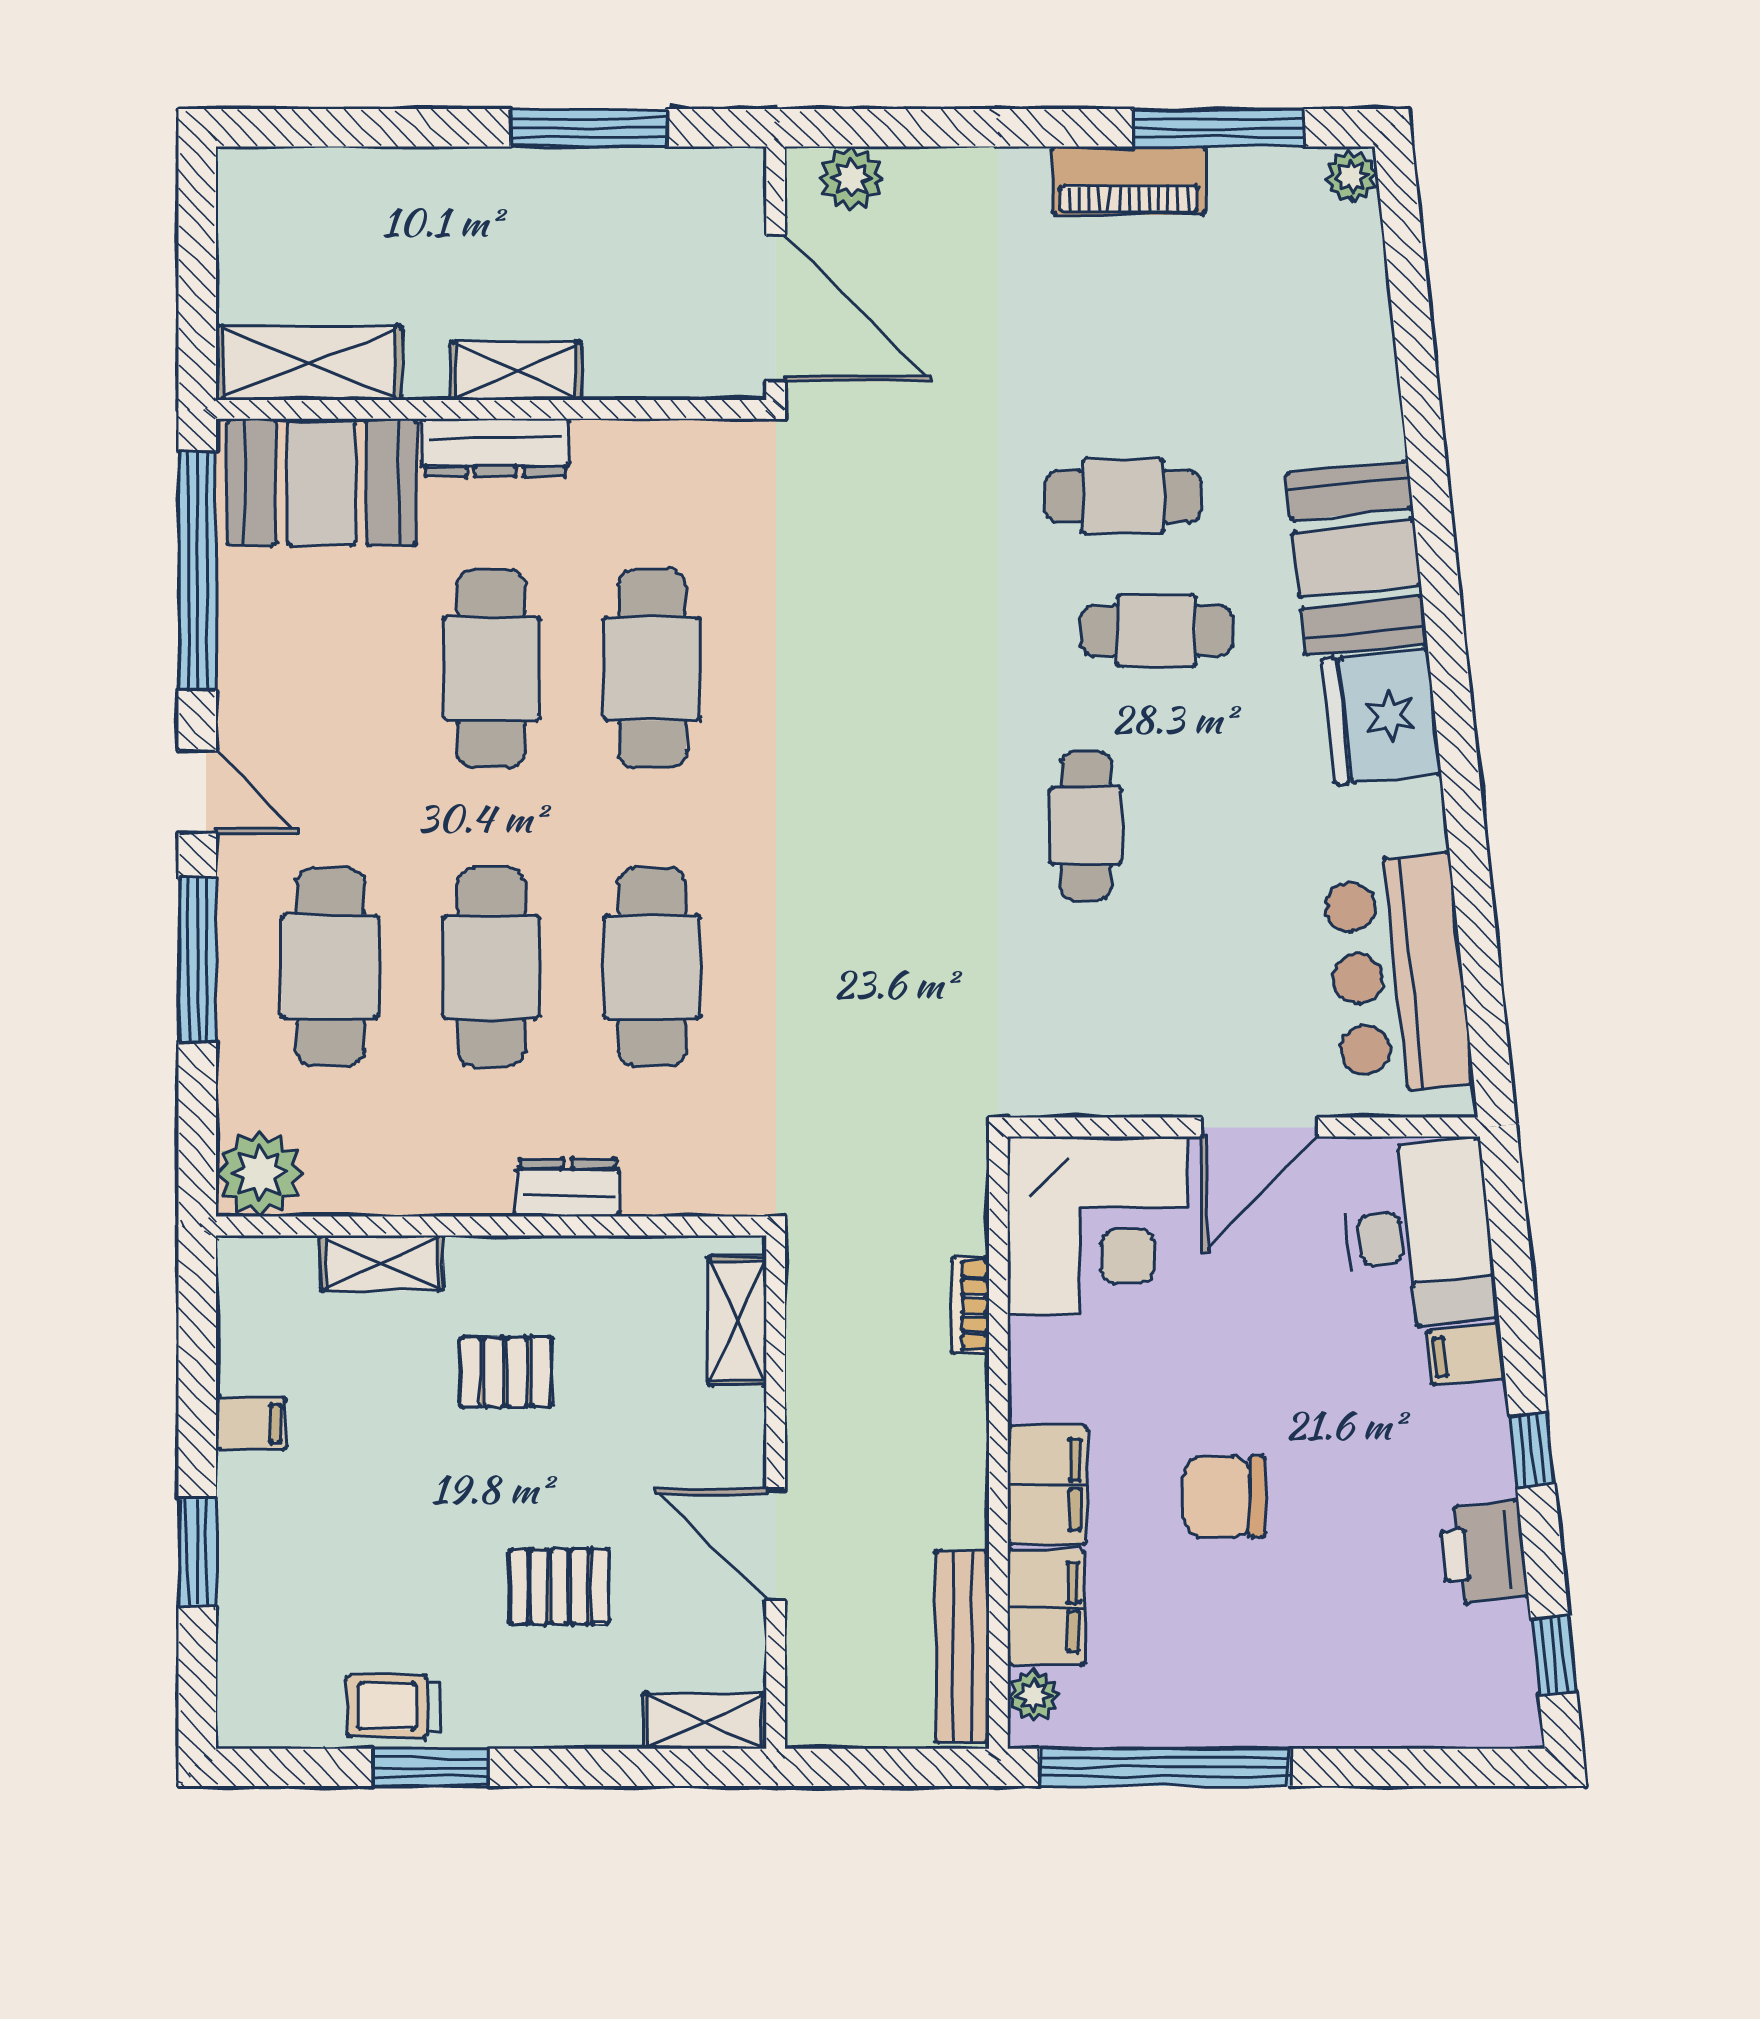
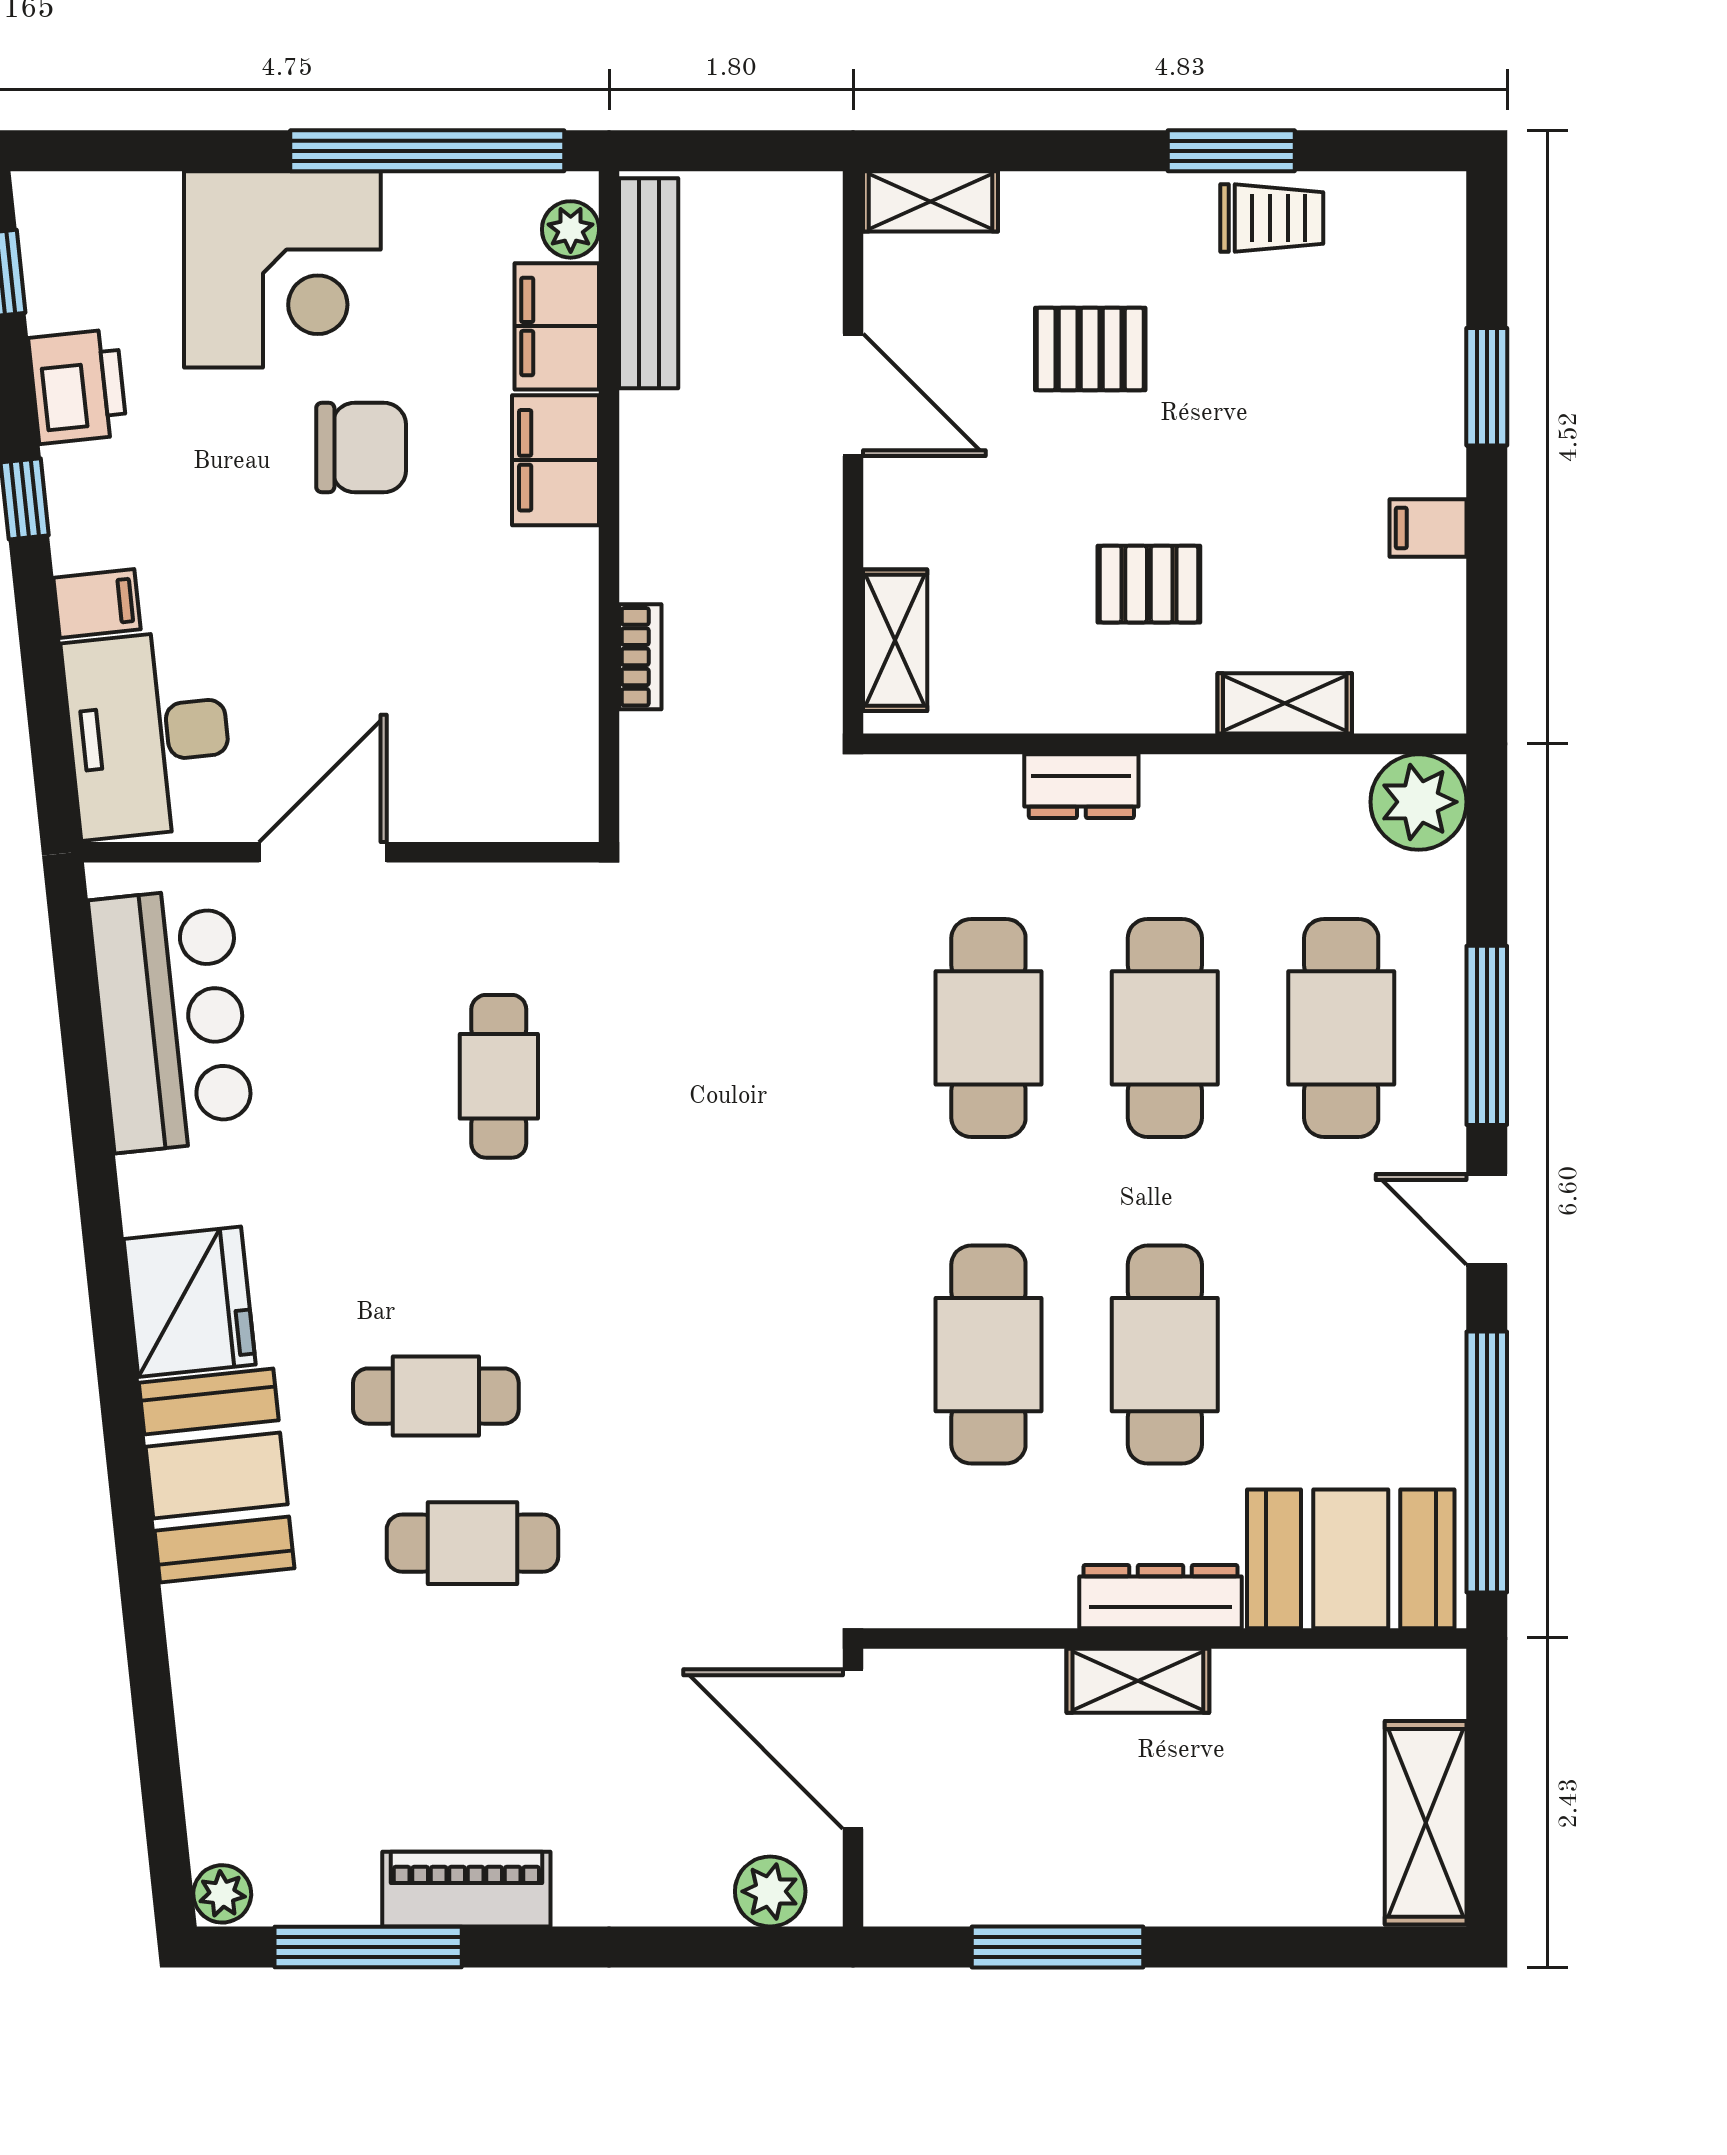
shelving: (309, 363) -> (1426, 1823), moved, turned 90
cafe table: (1086, 826) -> (499, 1076), moved
corner desk: (1097, 1226) -> (282, 269), moved, turned 180

